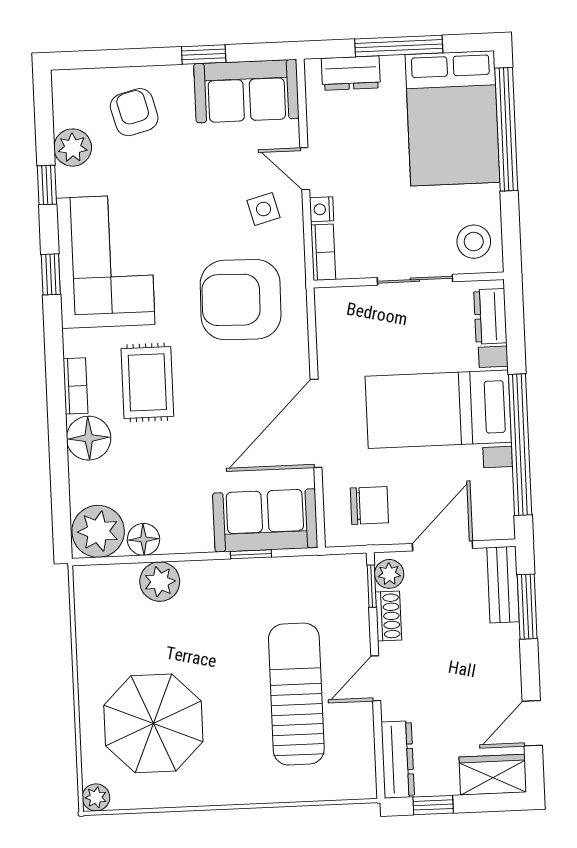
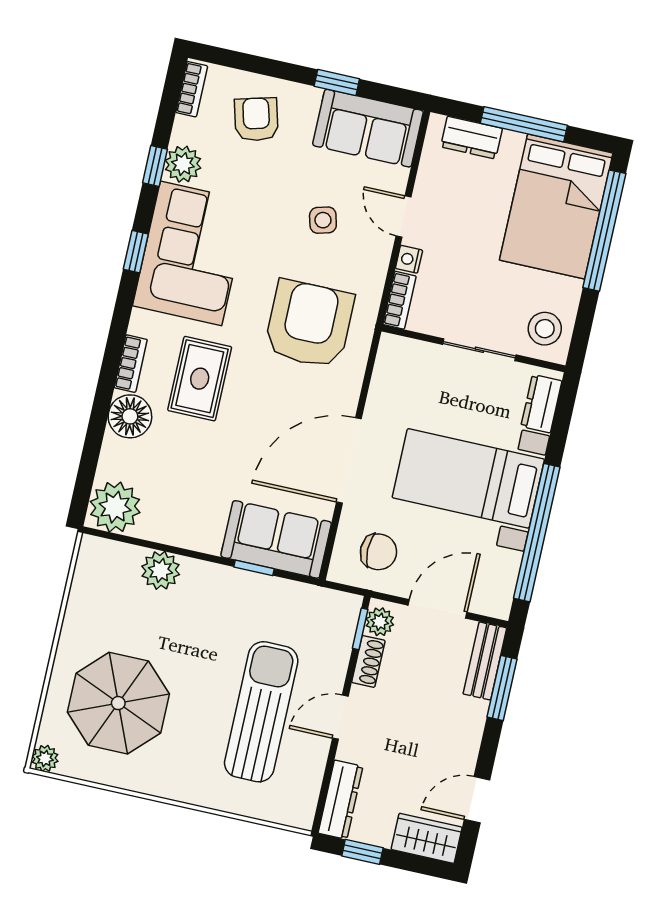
bookcase: (63, 100) -> (192, 89), added
plant: (73, 148) -> (183, 164), moved
side table: (263, 209) -> (323, 220), moved
armchair: (241, 300) -> (309, 324), turned 89
floor lamp: (144, 539) -> (156, 526), removed

